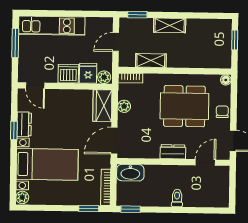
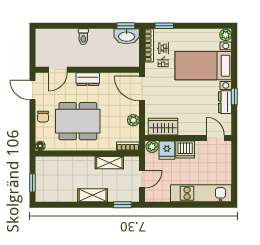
window: (15, 43) -> (234, 177), removed
wardrobe: (102, 106) -> (163, 127), moved, turned -90
door: (114, 141) -> (142, 88), swing flipped
washbasin: (130, 173) -> (127, 36), moved, turned 180

